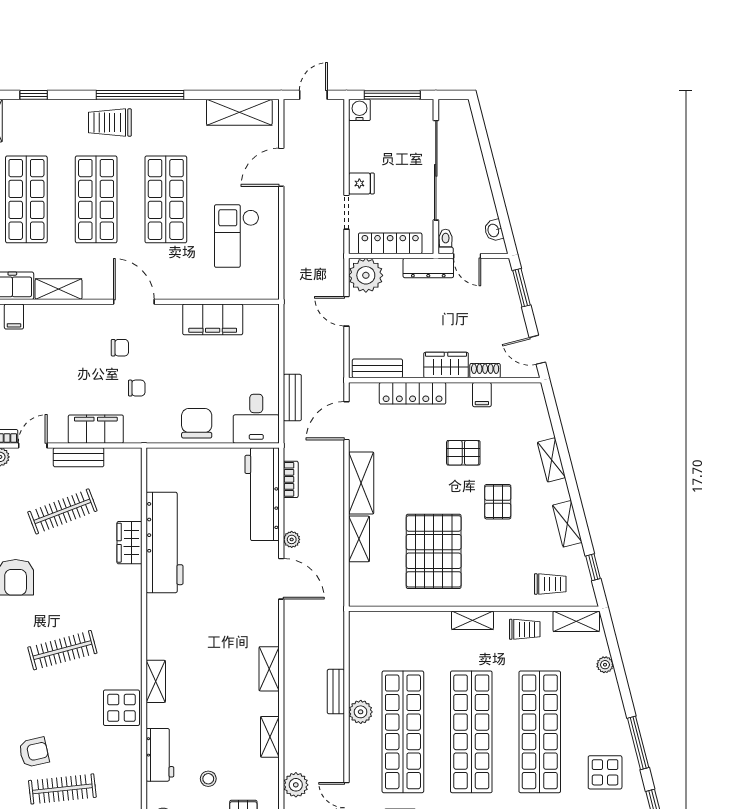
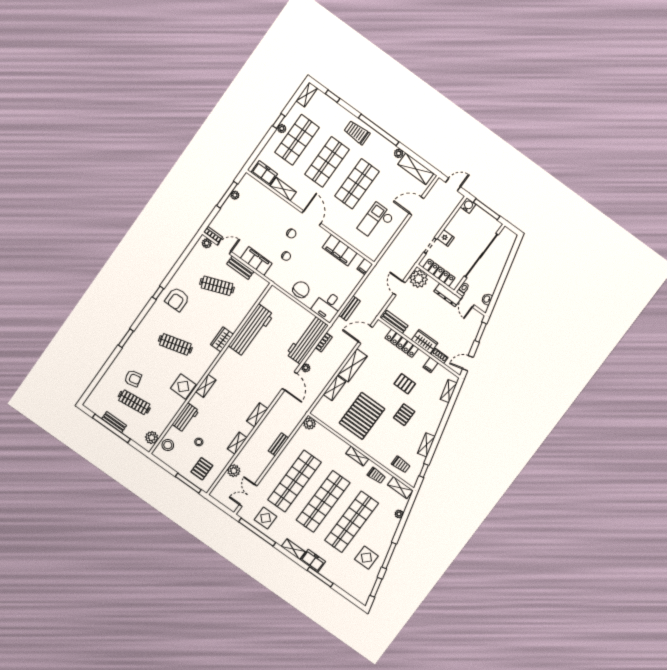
plant: (196, 108) -> (399, 153), added
filing cabinet: (14, 317) -> (365, 267), moved
door: (537, 350) -> (468, 363), hinge flipped
shelving: (551, 460) -> (449, 391), moved
wardrobe: (129, 543) -> (222, 339), moved
plant: (361, 712) -> (310, 423), moved

